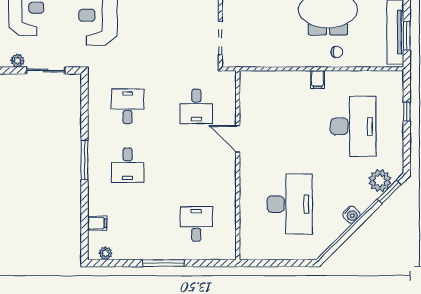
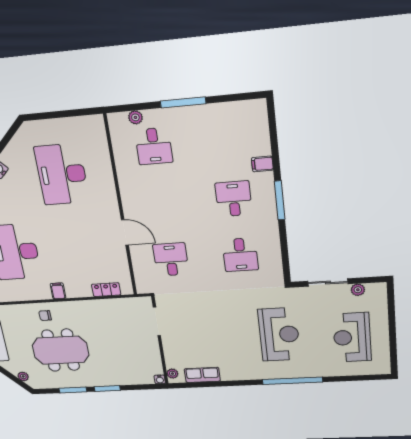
locker: (267, 78) -> (106, 290), added
filing cabinet: (97, 223) -> (262, 164), moved
plant: (106, 253) -> (135, 117), moved

